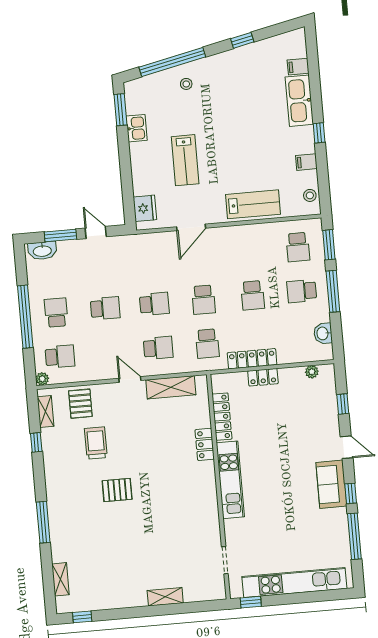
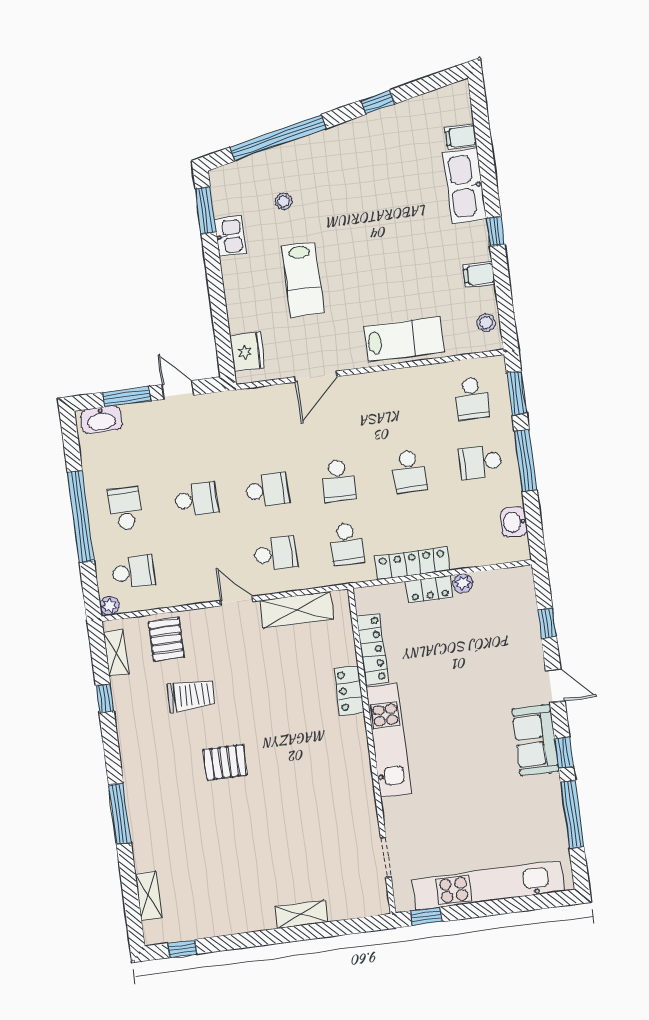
stool: (186, 84) -> (284, 201), moved
plant: (312, 372) -> (463, 583), moved
trolley: (96, 443) -> (191, 695), turned 90

